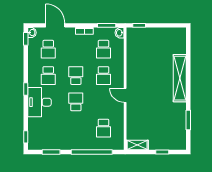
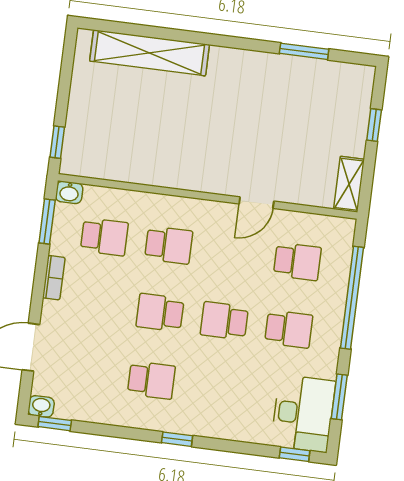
school desk: (48, 49) -> (289, 329), moved
shelving: (180, 78) -> (150, 53), moved
door: (125, 95) -> (256, 203), moved
desk: (39, 102) -> (303, 413), moved, turned -90

